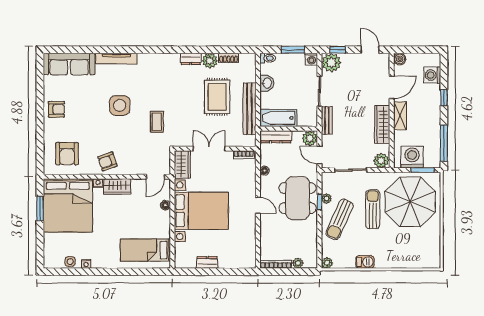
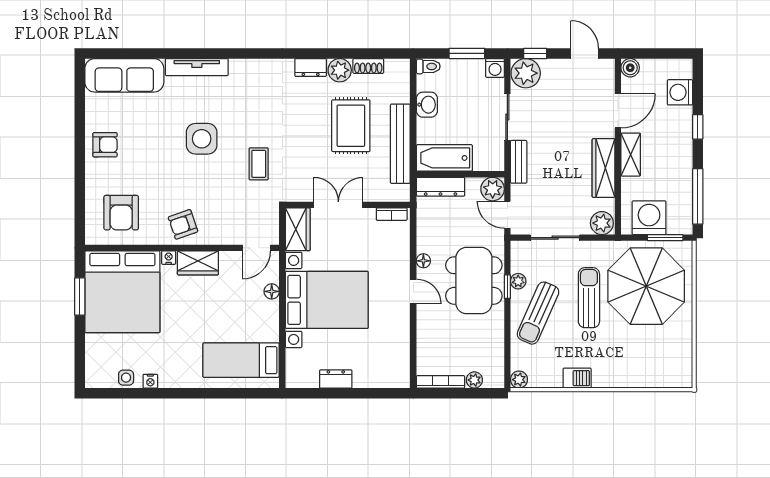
floor lamp: (265, 171) -> (423, 261), moved

